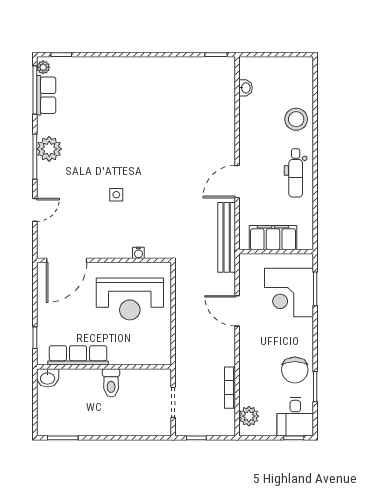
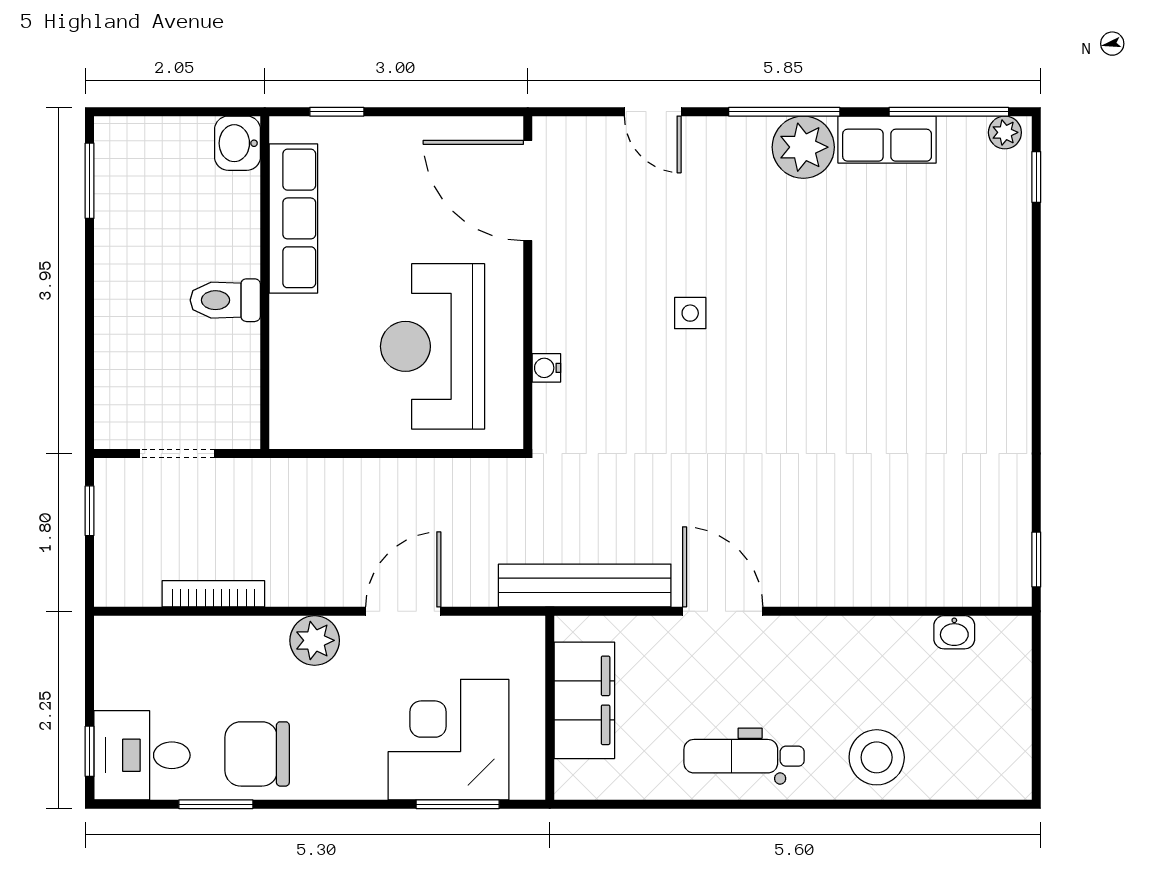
row of seats: (46, 95) -> (887, 140), moved
plant: (249, 416) -> (315, 640), moved

